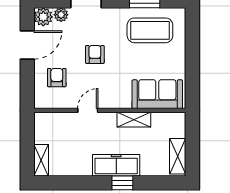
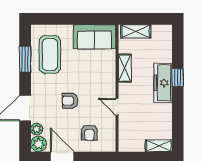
armchair: (57, 78) -> (89, 133), turned -90
sofa: (157, 94) -> (94, 37), moved, turned -90
shelving: (178, 156) -> (136, 31), moved

